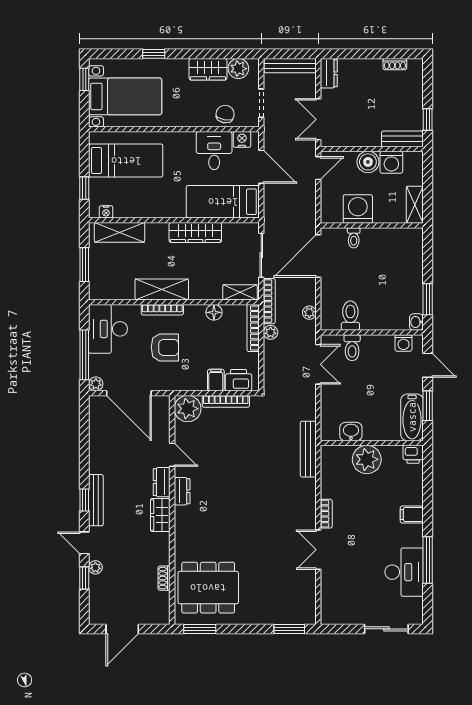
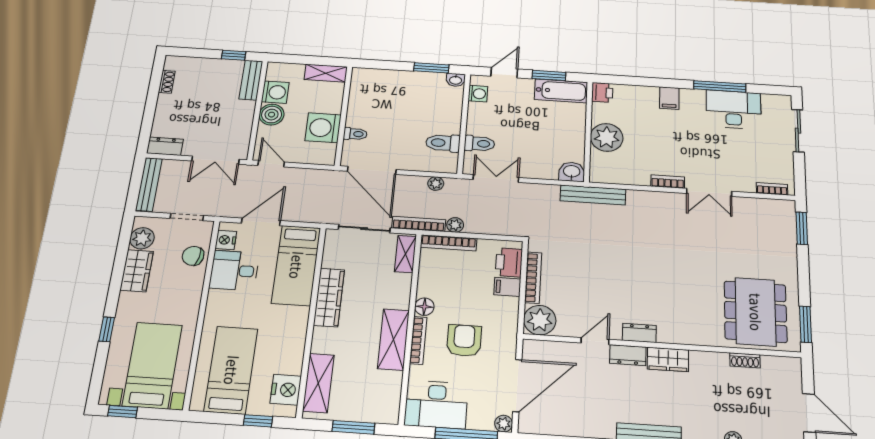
nightstand: (106, 212) -> (286, 390), width x1.89, depth x1.79
floor lamp: (214, 312) -> (424, 307), moved
washbasin: (351, 432) -> (572, 172), moved, turned 90
bookcase: (326, 604) -> (772, 189), added

